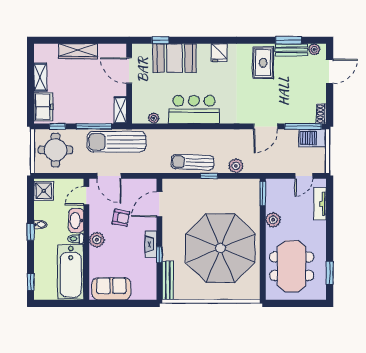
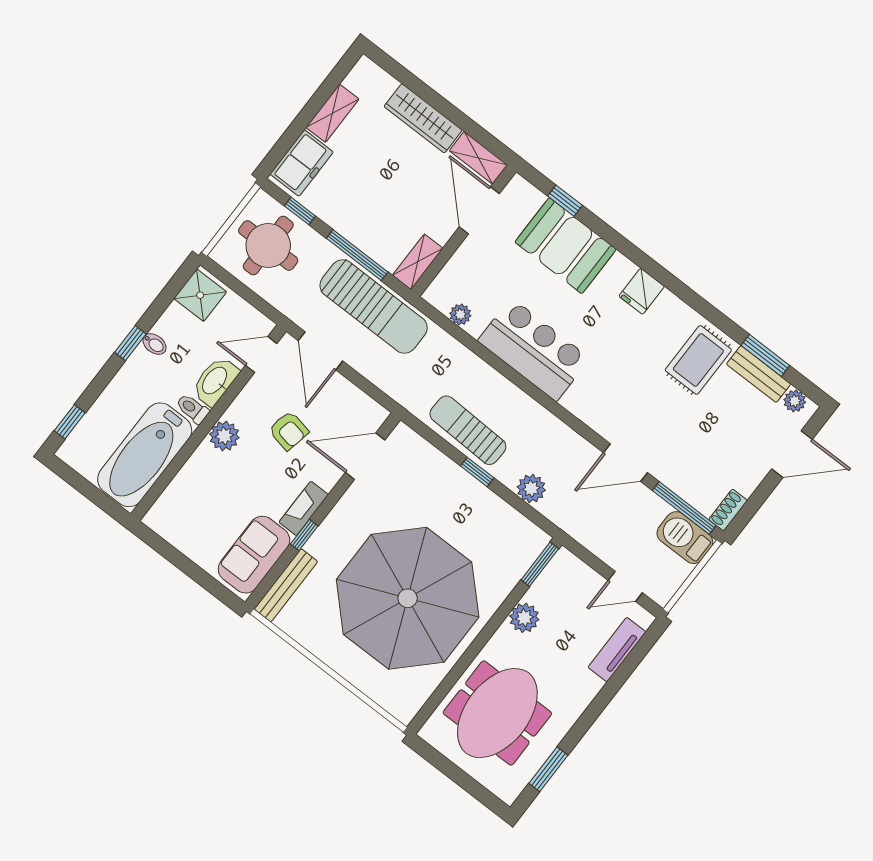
shelving: (112, 50) -> (478, 158), added
sun lounger: (116, 142) -> (374, 306), turned 180
sofa: (111, 289) -> (254, 555), moved, turned -90

